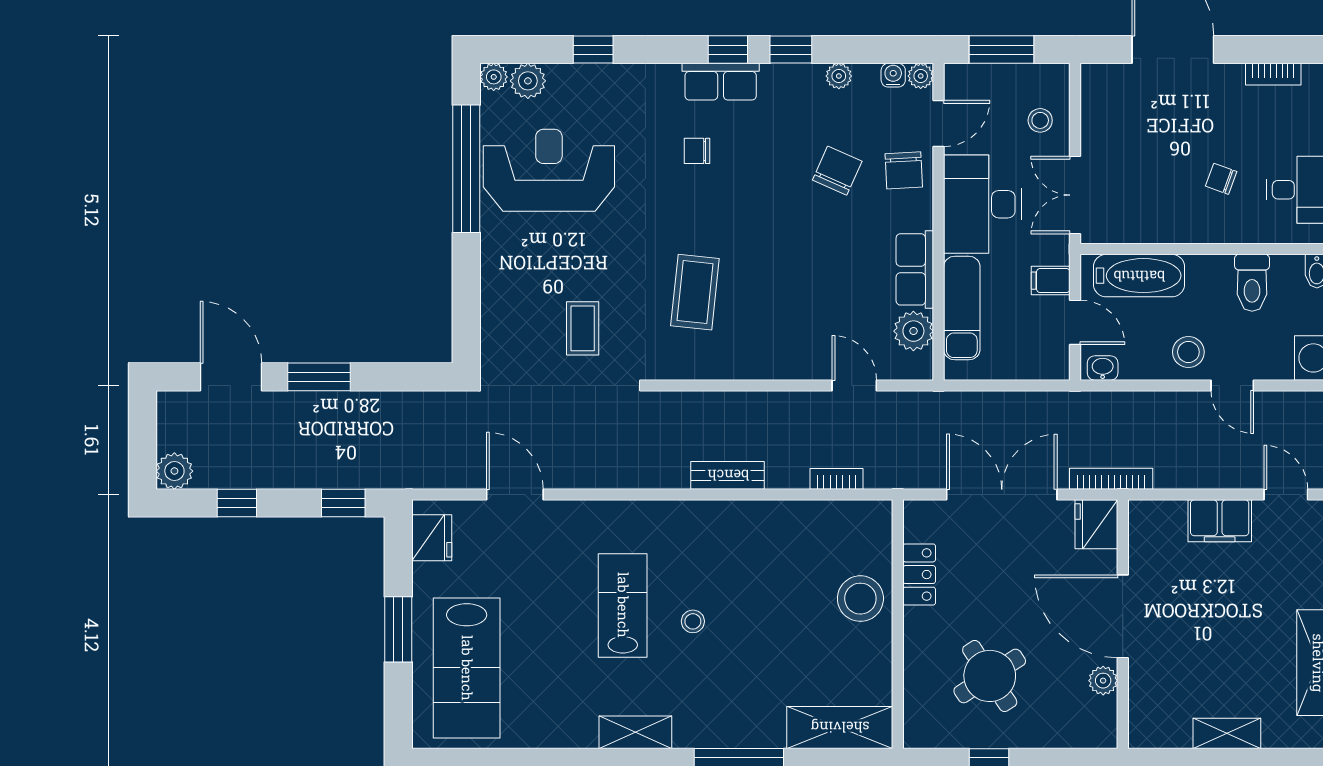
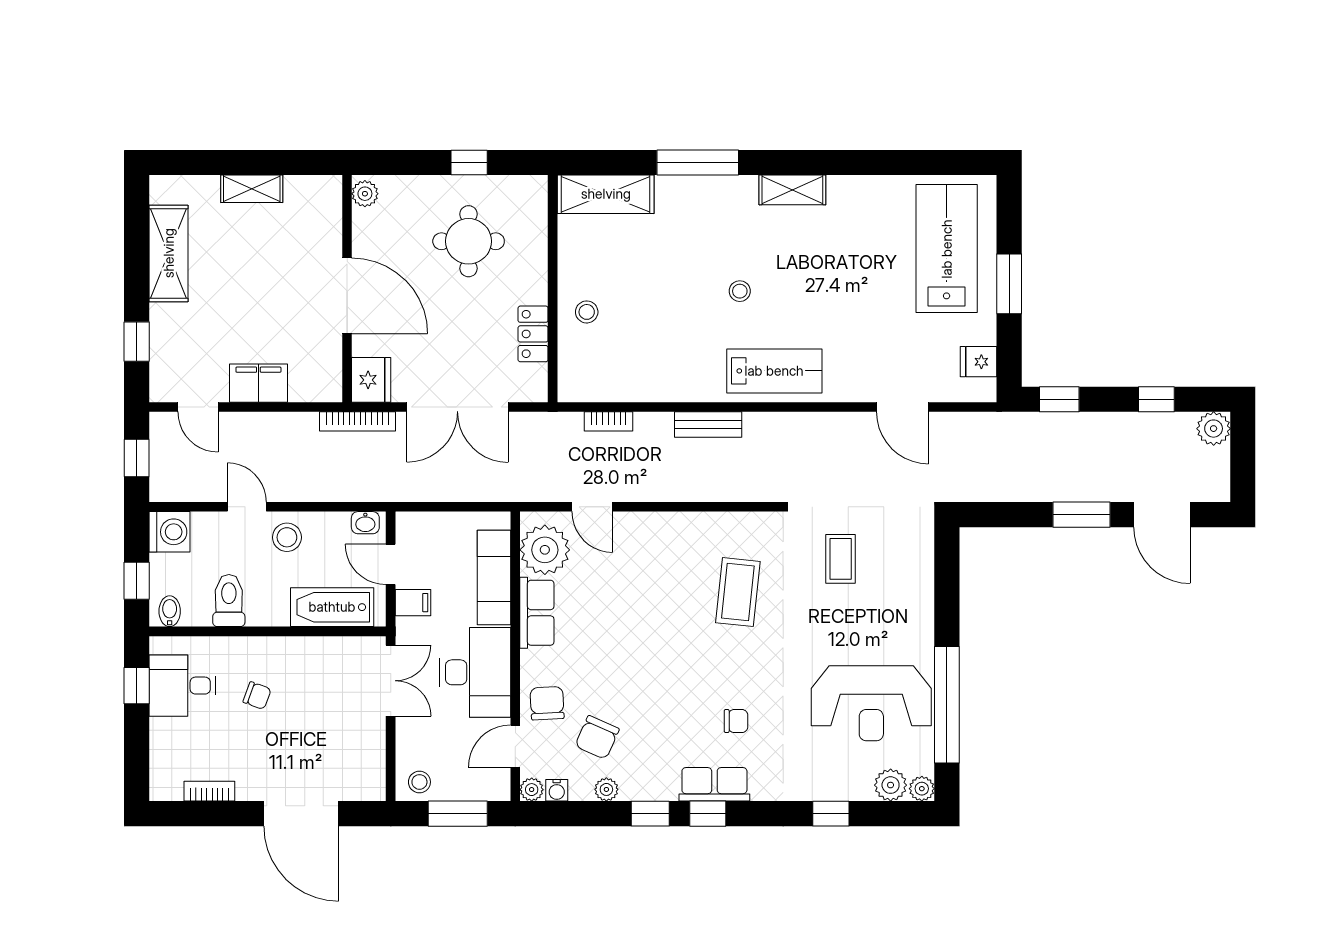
stool: (1040, 120) -> (419, 782), moved
chair: (837, 171) -> (597, 737), moved
plant: (913, 331) -> (545, 550), width x1.36, depth x1.36
fridge: (432, 538) -> (978, 362), width x0.72
stool: (860, 599) -> (587, 312), width x0.53, depth x0.53
lab bench: (623, 605) -> (774, 371), moved, turned -90
round table: (990, 676) -> (469, 241), turned 33
plant: (1103, 681) -> (365, 194), moved

